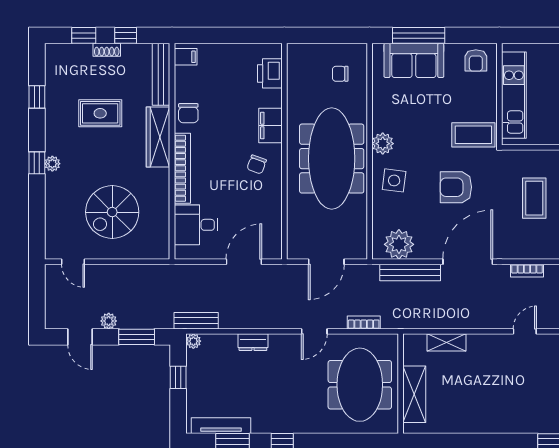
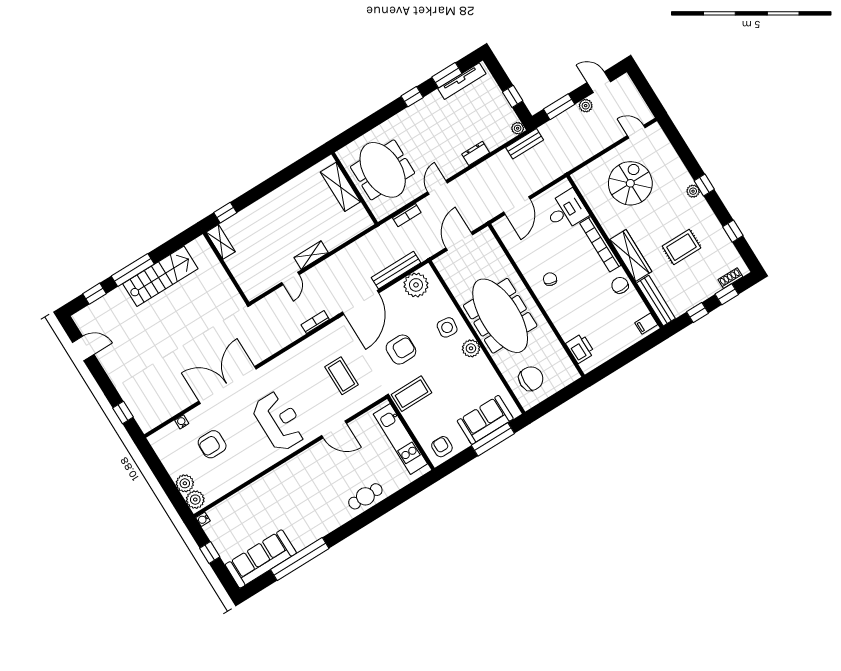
shoe rack: (107, 50) -> (730, 278), moved
chair: (340, 74) -> (531, 379), width x1.87, depth x1.87
filing cabinet: (270, 126) -> (557, 312), removed
shelving: (447, 342) -> (311, 255), moved

